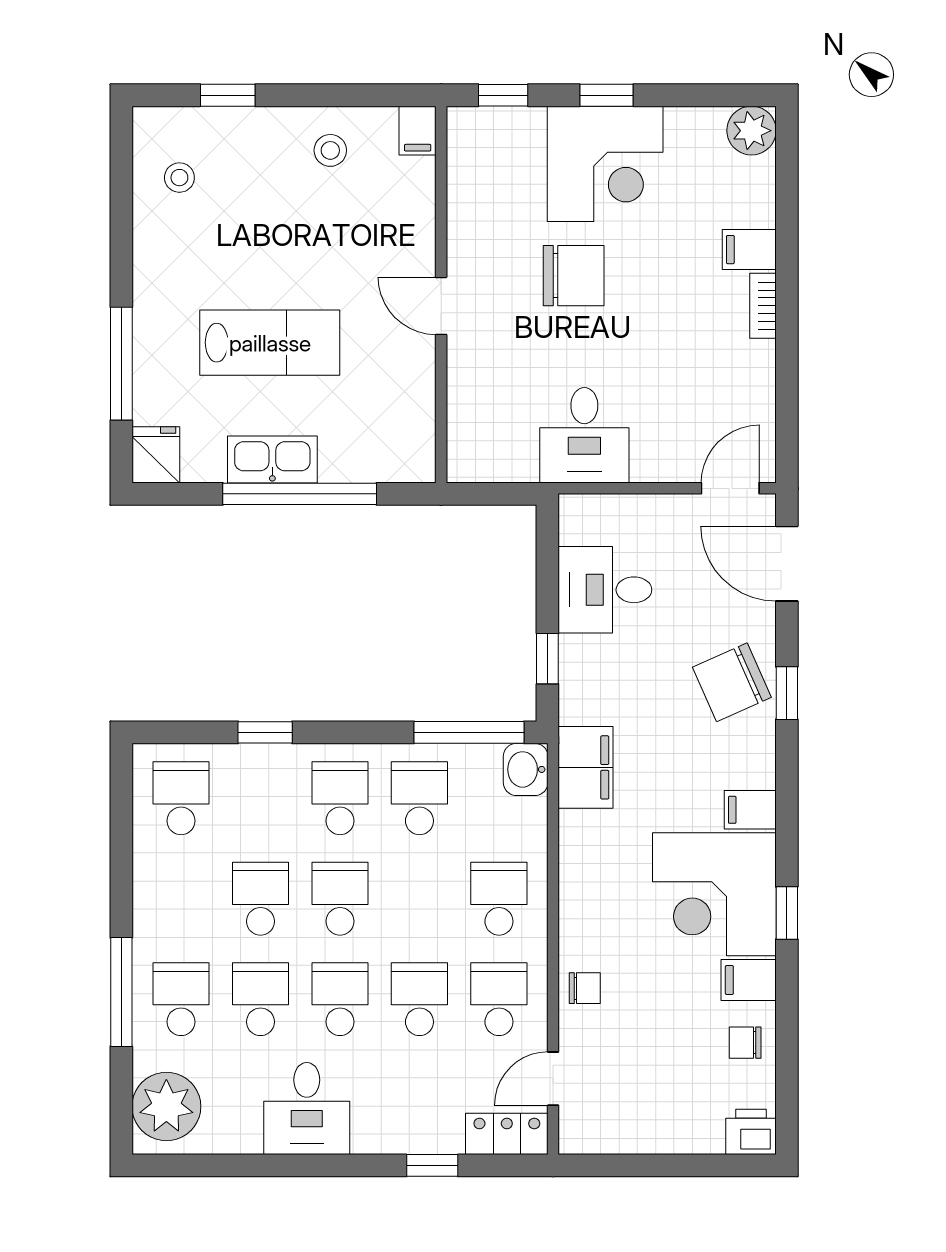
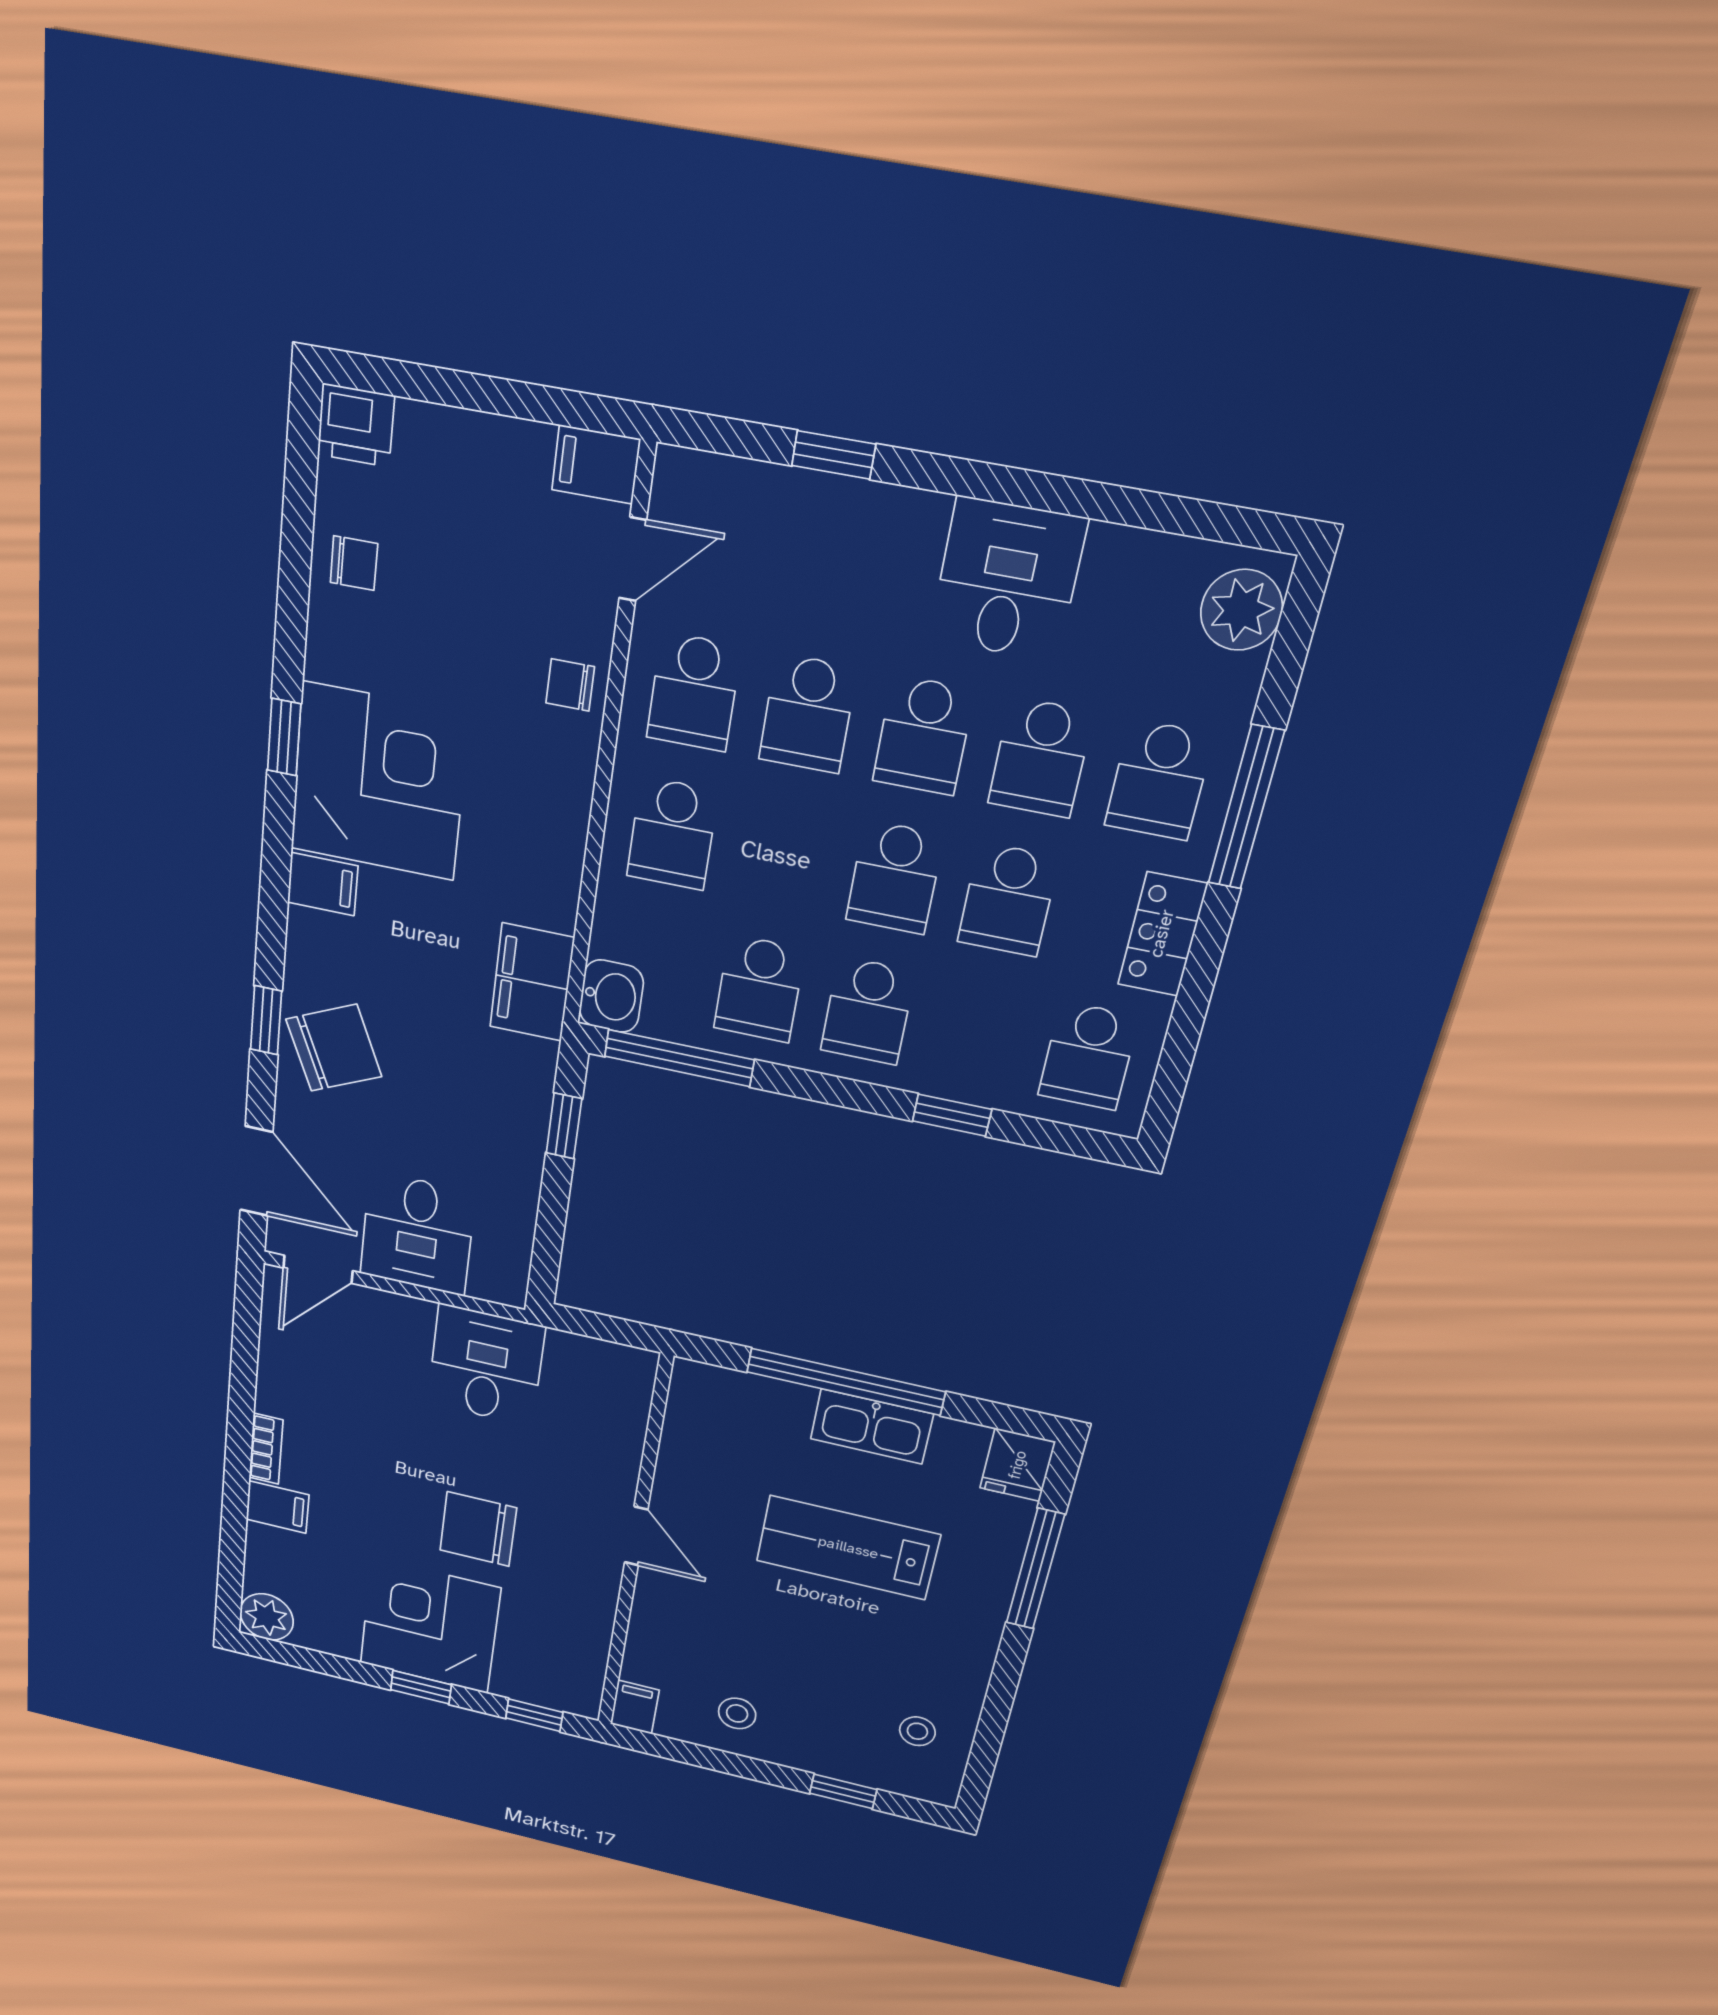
desk: (605, 590) -> (417, 1234), moved, turned 90
filing cabinet: (749, 980) -> (596, 464), moved, turned 180
plant: (166, 1106) -> (1241, 610), width x0.73, depth x0.73
locker: (507, 1134) -> (1162, 934), moved, turned 90

